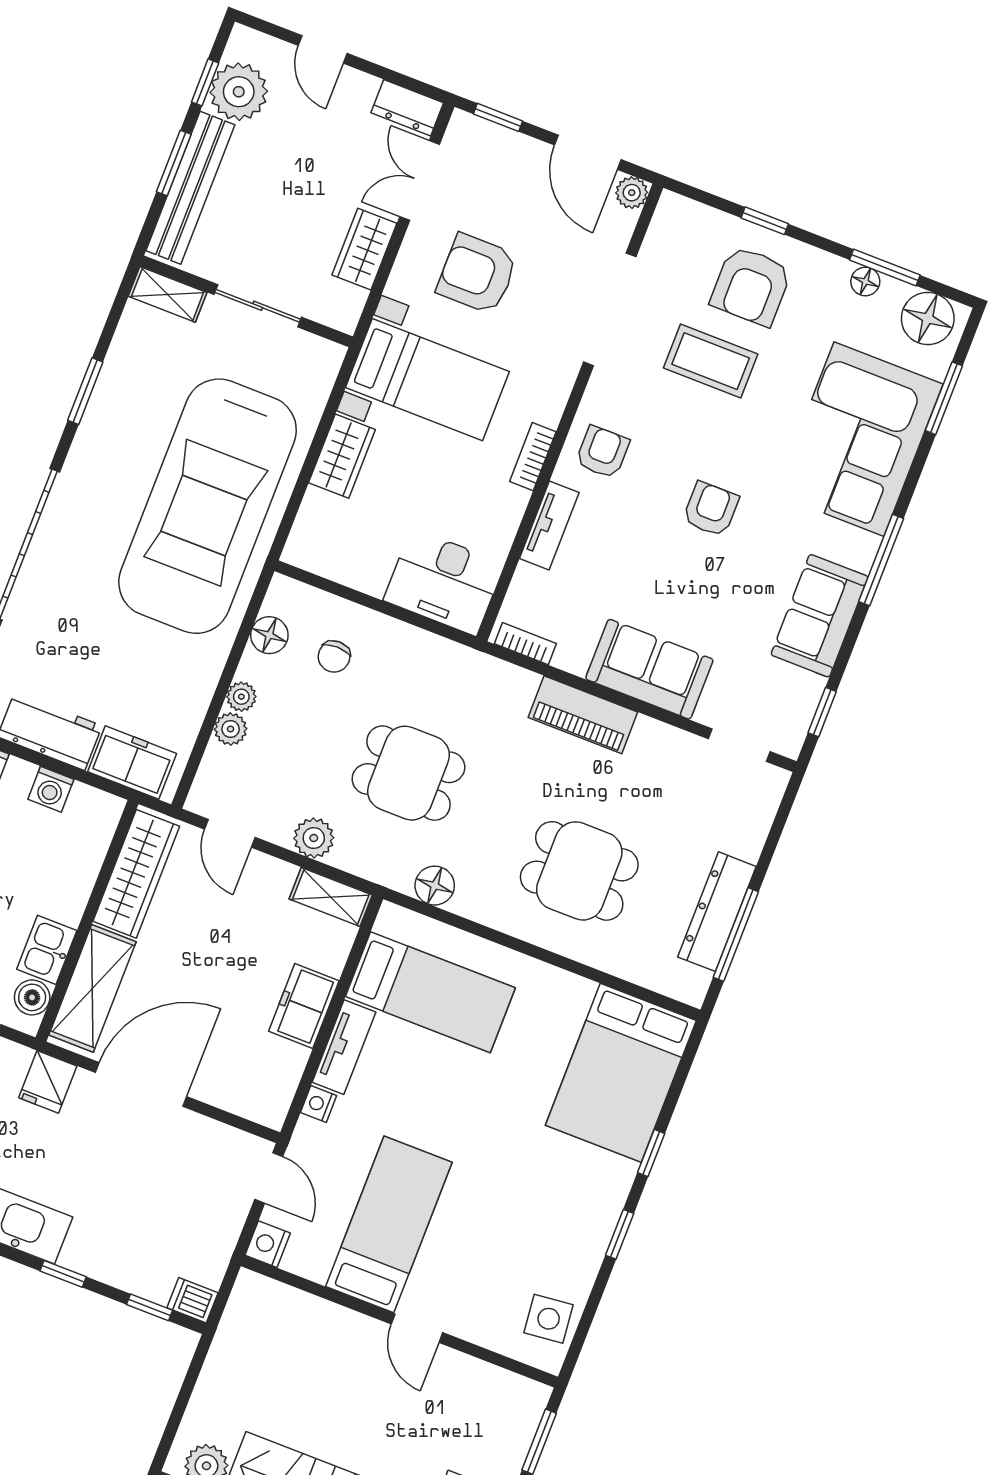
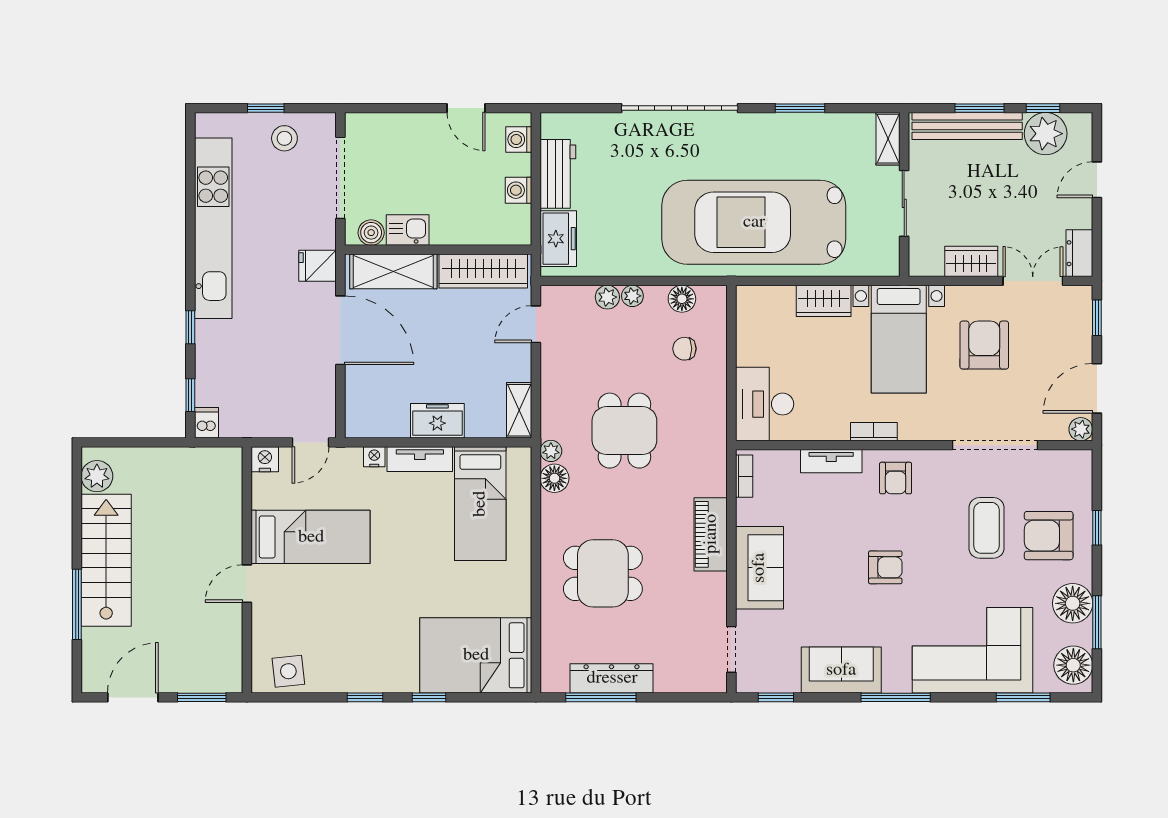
floor lamp: (865, 282) -> (1073, 603), width x1.89, depth x1.89
armchair: (602, 452) -> (896, 478), turned 90
plant: (314, 838) -> (551, 451), moved, width x0.73, depth x0.73
dining table: (579, 871) -> (603, 573), turned 90

